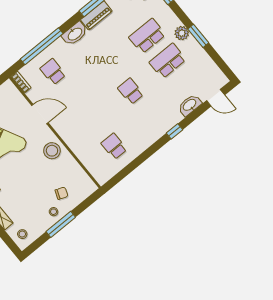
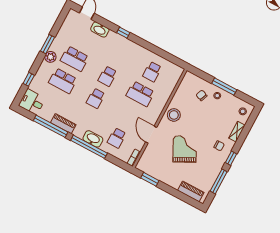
washbasin: (75, 34) -> (93, 139), moved
window: (42, 46) -> (89, 147), moved
school desk: (110, 66) -> (96, 98), added
school desk: (94, 121) -> (140, 94), added

